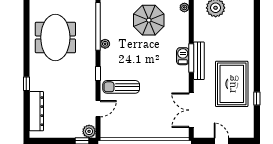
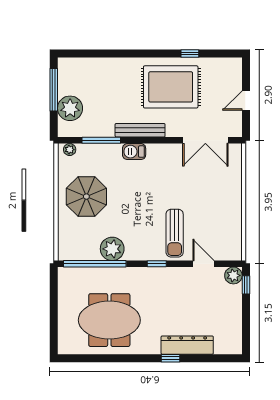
plant: (105, 44) -> (112, 249), width x1.88, depth x1.88
window: (191, 58) -> (101, 140), moved
dresser: (36, 111) -> (187, 345), moved

